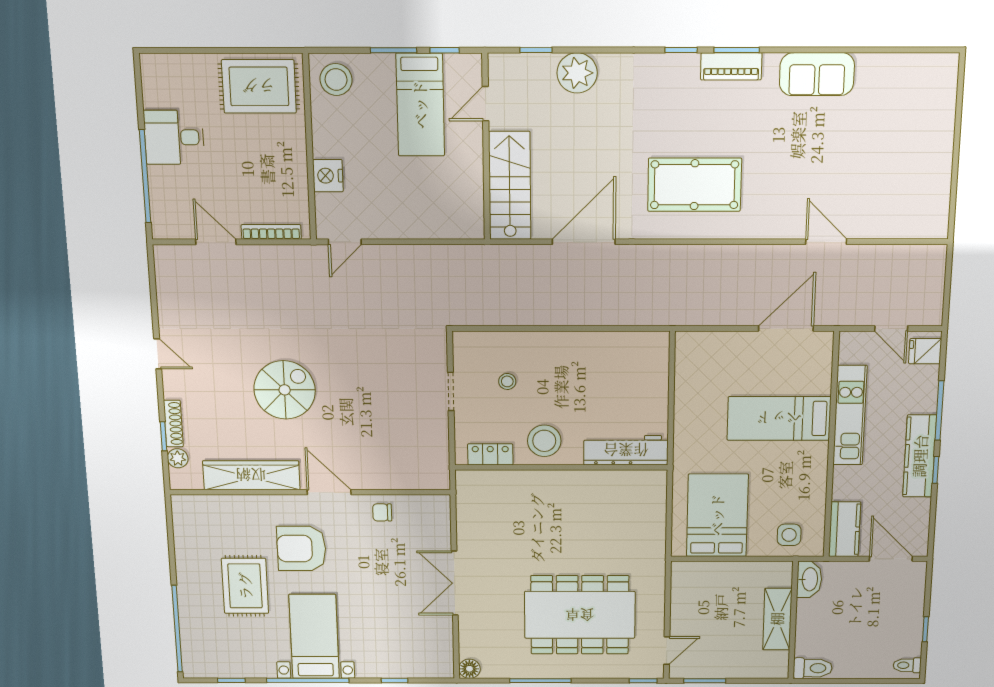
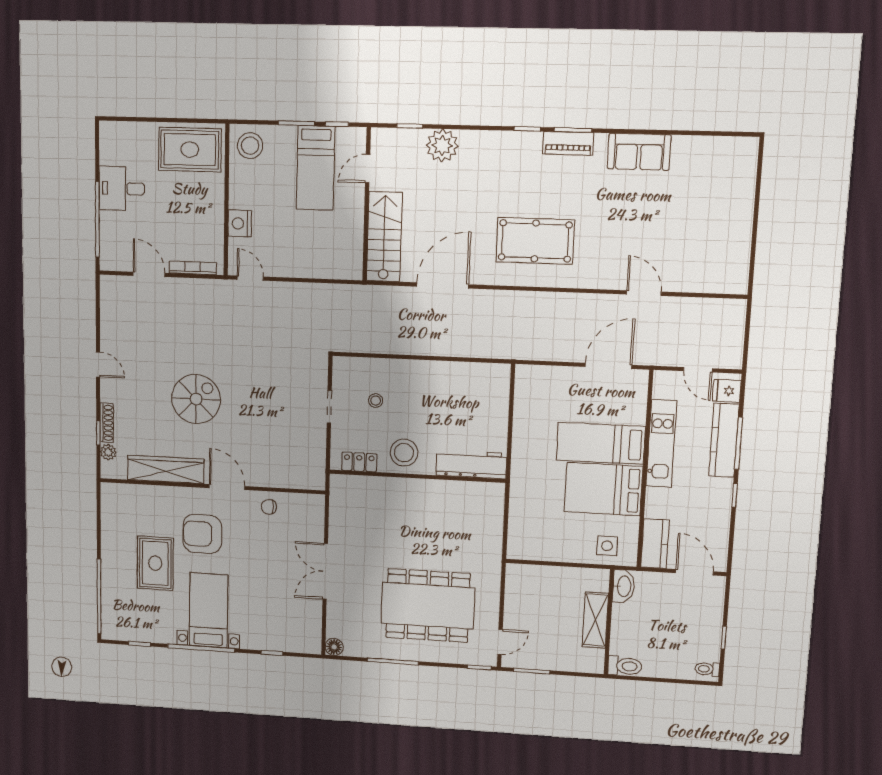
door: (345, 242) -> (250, 278), swing flipped
kitchen counter: (920, 456) -> (724, 440), moved
bed: (717, 515) -> (603, 489), moved, turned -90

